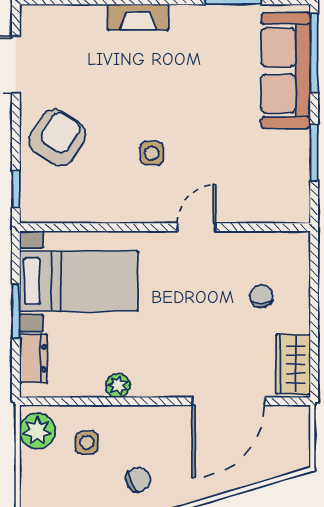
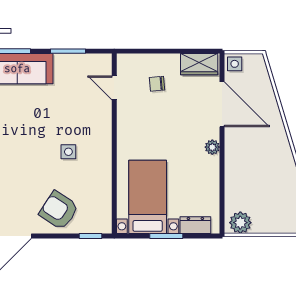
door: (197, 227) -> (114, 88), moved
plant: (118, 386) -> (212, 147), moved
side table: (87, 443) -> (235, 64), moved
chair: (138, 480) -> (271, 160), removed

